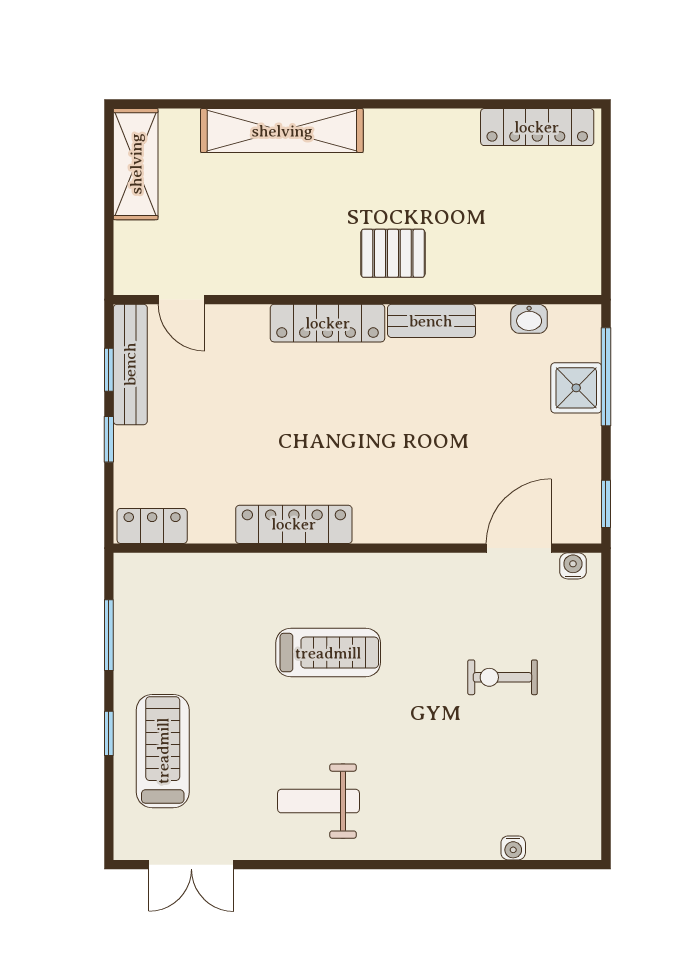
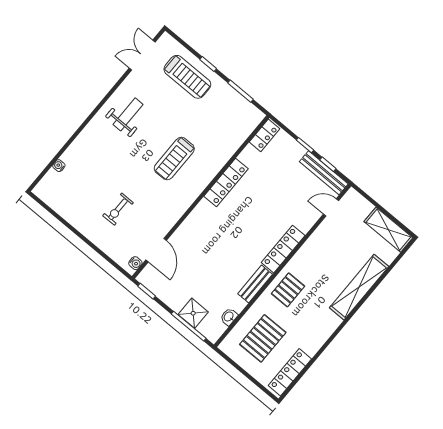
pallet: (517, 226) -> (263, 338), added
exercise bike: (502, 677) -> (118, 209), turned 180

